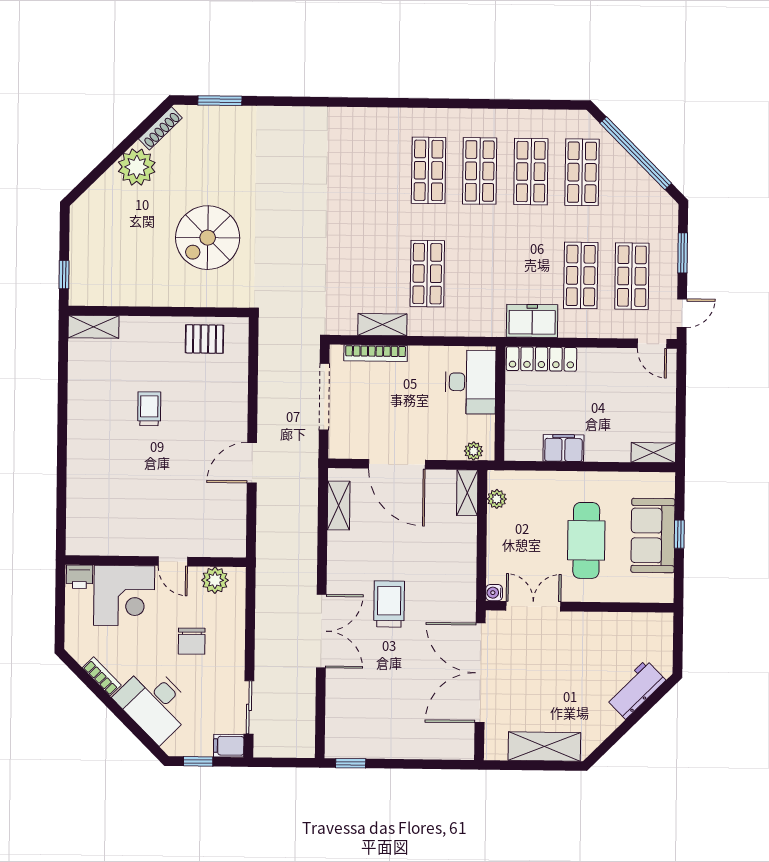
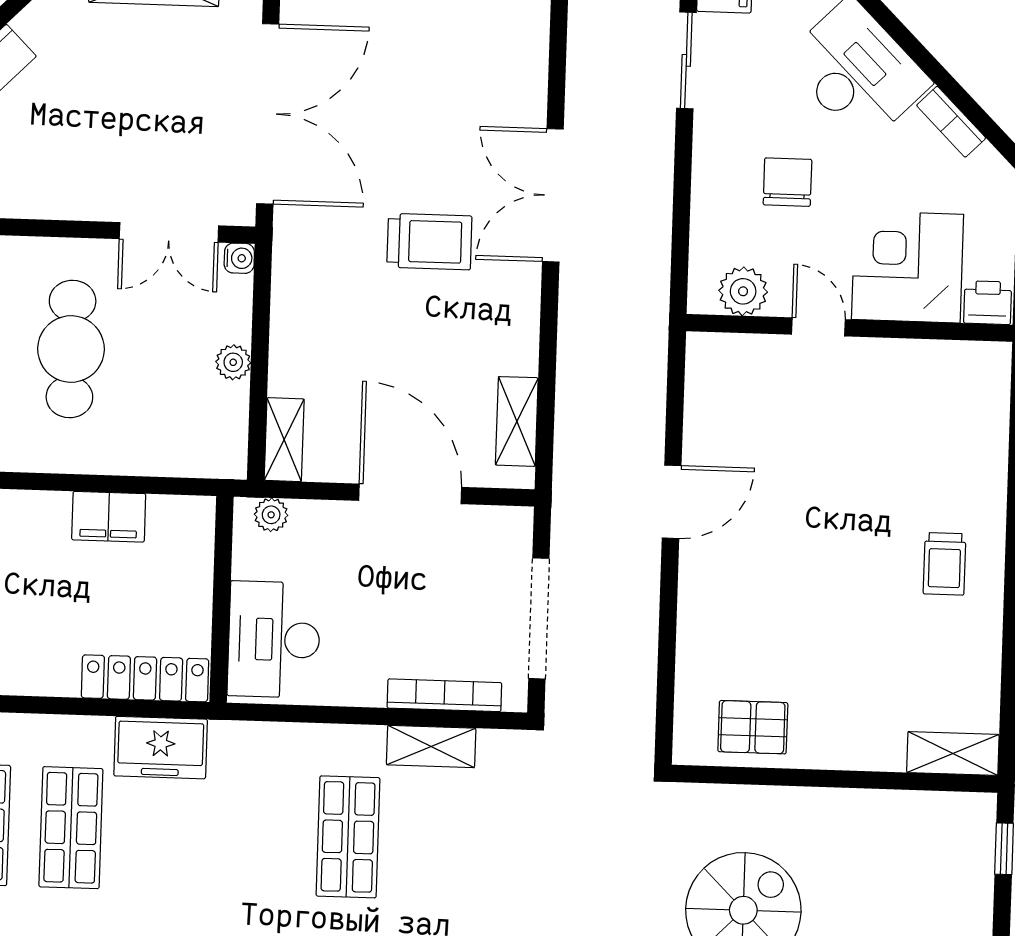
trolley: (149, 409) -> (945, 564), moved
plant: (497, 499) -> (233, 362), moved
trolley: (389, 604) -> (429, 242), turned -90

